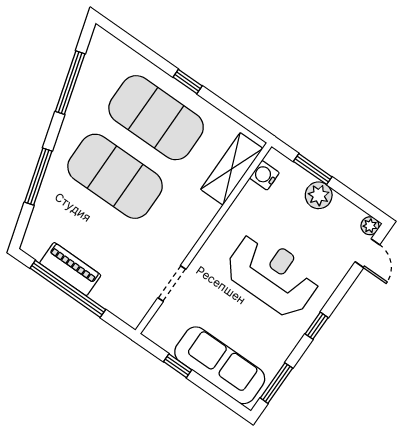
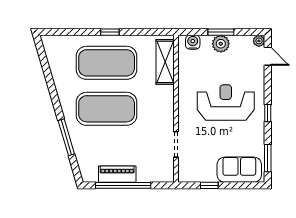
window: (70, 83) -> (48, 76), removed
window: (313, 169) -> (221, 32), moved
water cooler: (264, 175) -> (193, 42), moved, turned 90
sofa: (220, 365) -> (239, 170), width x0.73

